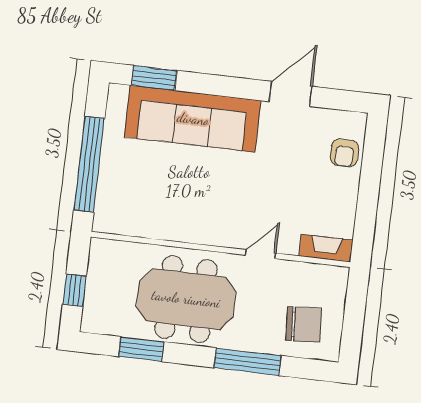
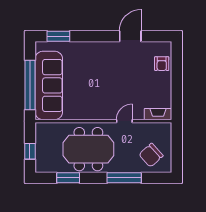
sofa: (193, 119) -> (49, 85), moved, turned -90
chair: (304, 325) -> (151, 155), turned 142

